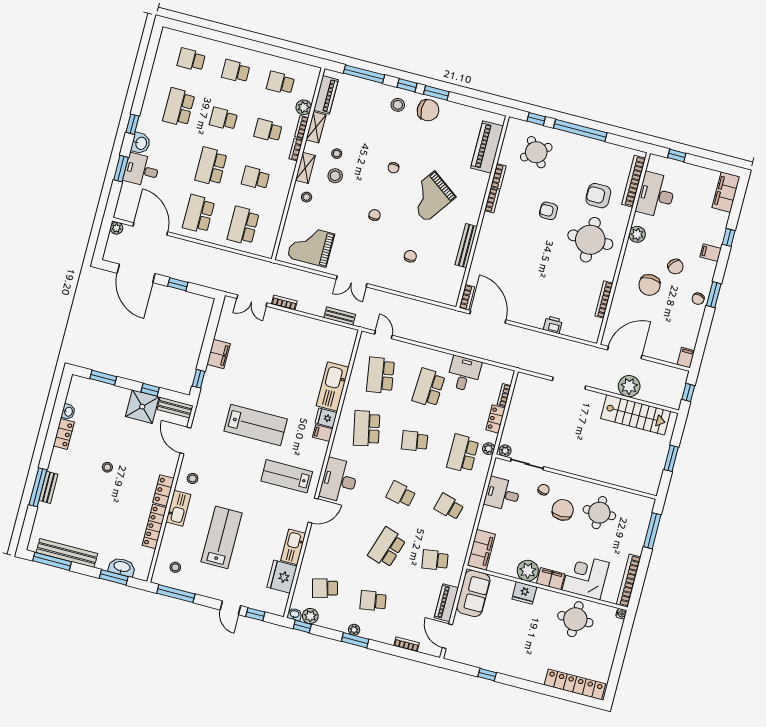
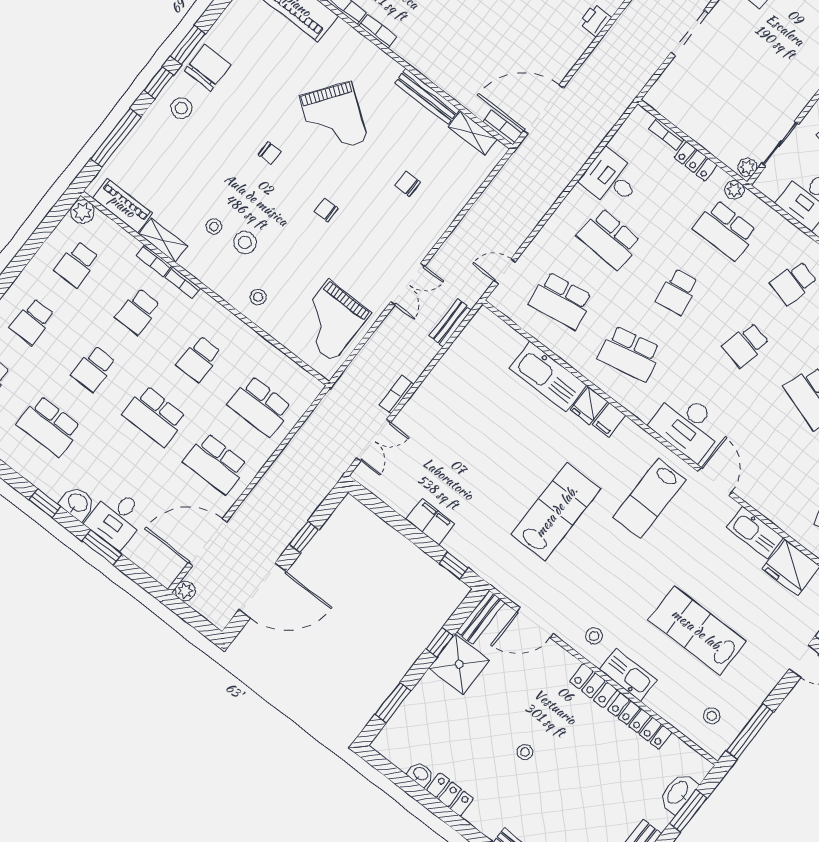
plant: (304, 107) -> (82, 212), moved
shelving: (305, 168) -> (473, 133), moved

